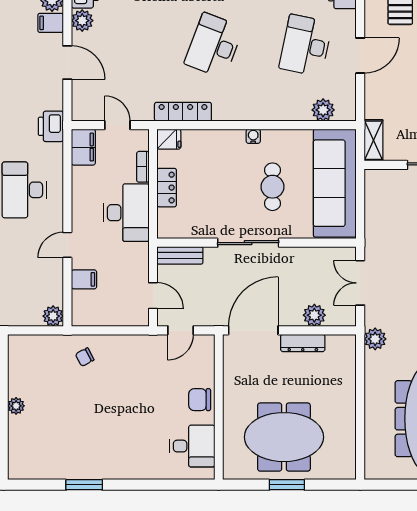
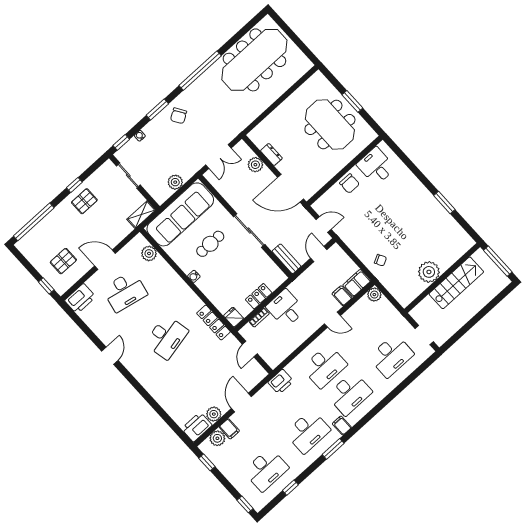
desk: (214, 45) -> (166, 337), turned -33
filing cabinet: (83, 147) -> (357, 283), moved
desk: (126, 213) -> (286, 308), width x0.73
plant: (375, 339) -> (175, 182), moved
dresser: (303, 343) -> (271, 154), width x0.70
plant: (16, 406) -> (429, 272), width x1.88, depth x1.88

